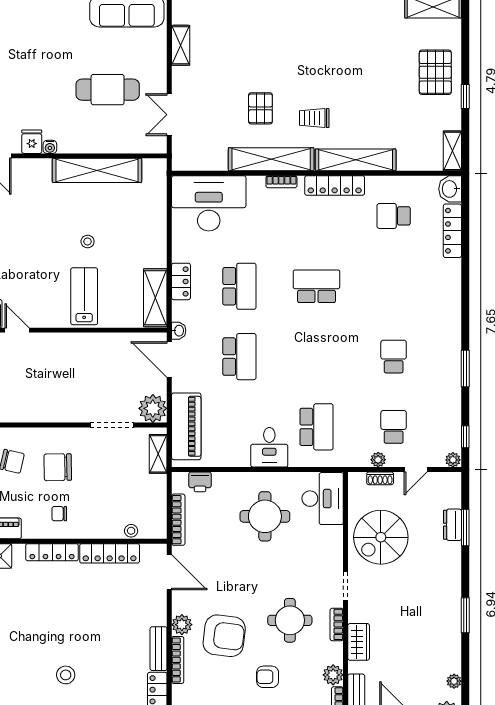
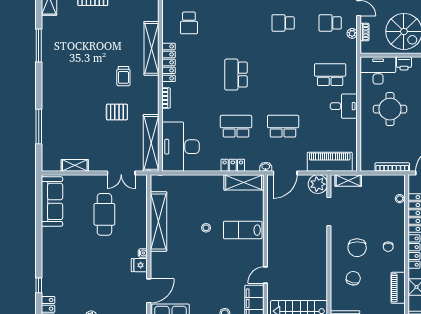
shelving: (271, 159) -> (151, 143), moved
printer: (200, 482) -> (404, 63), moved, turned 90

